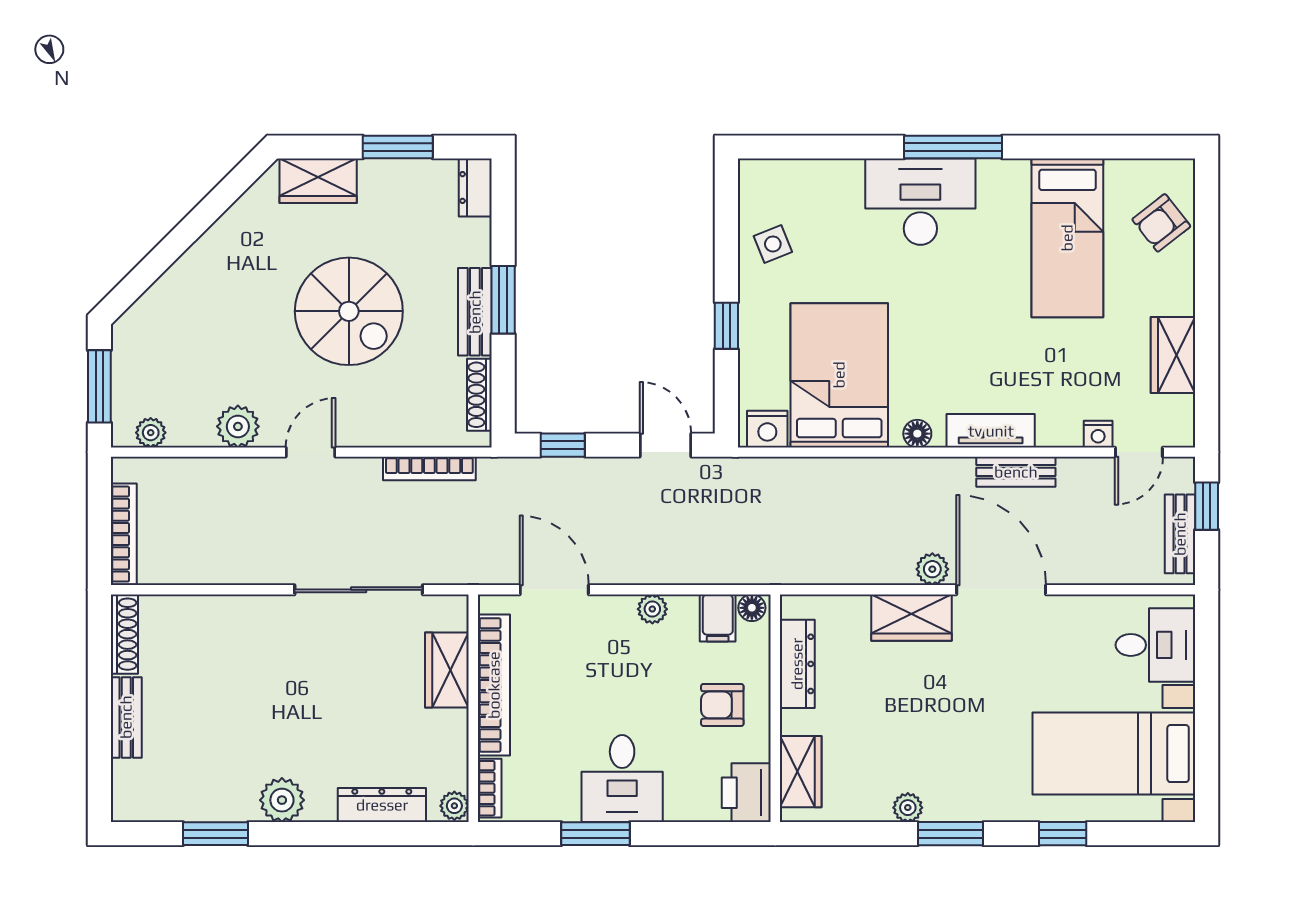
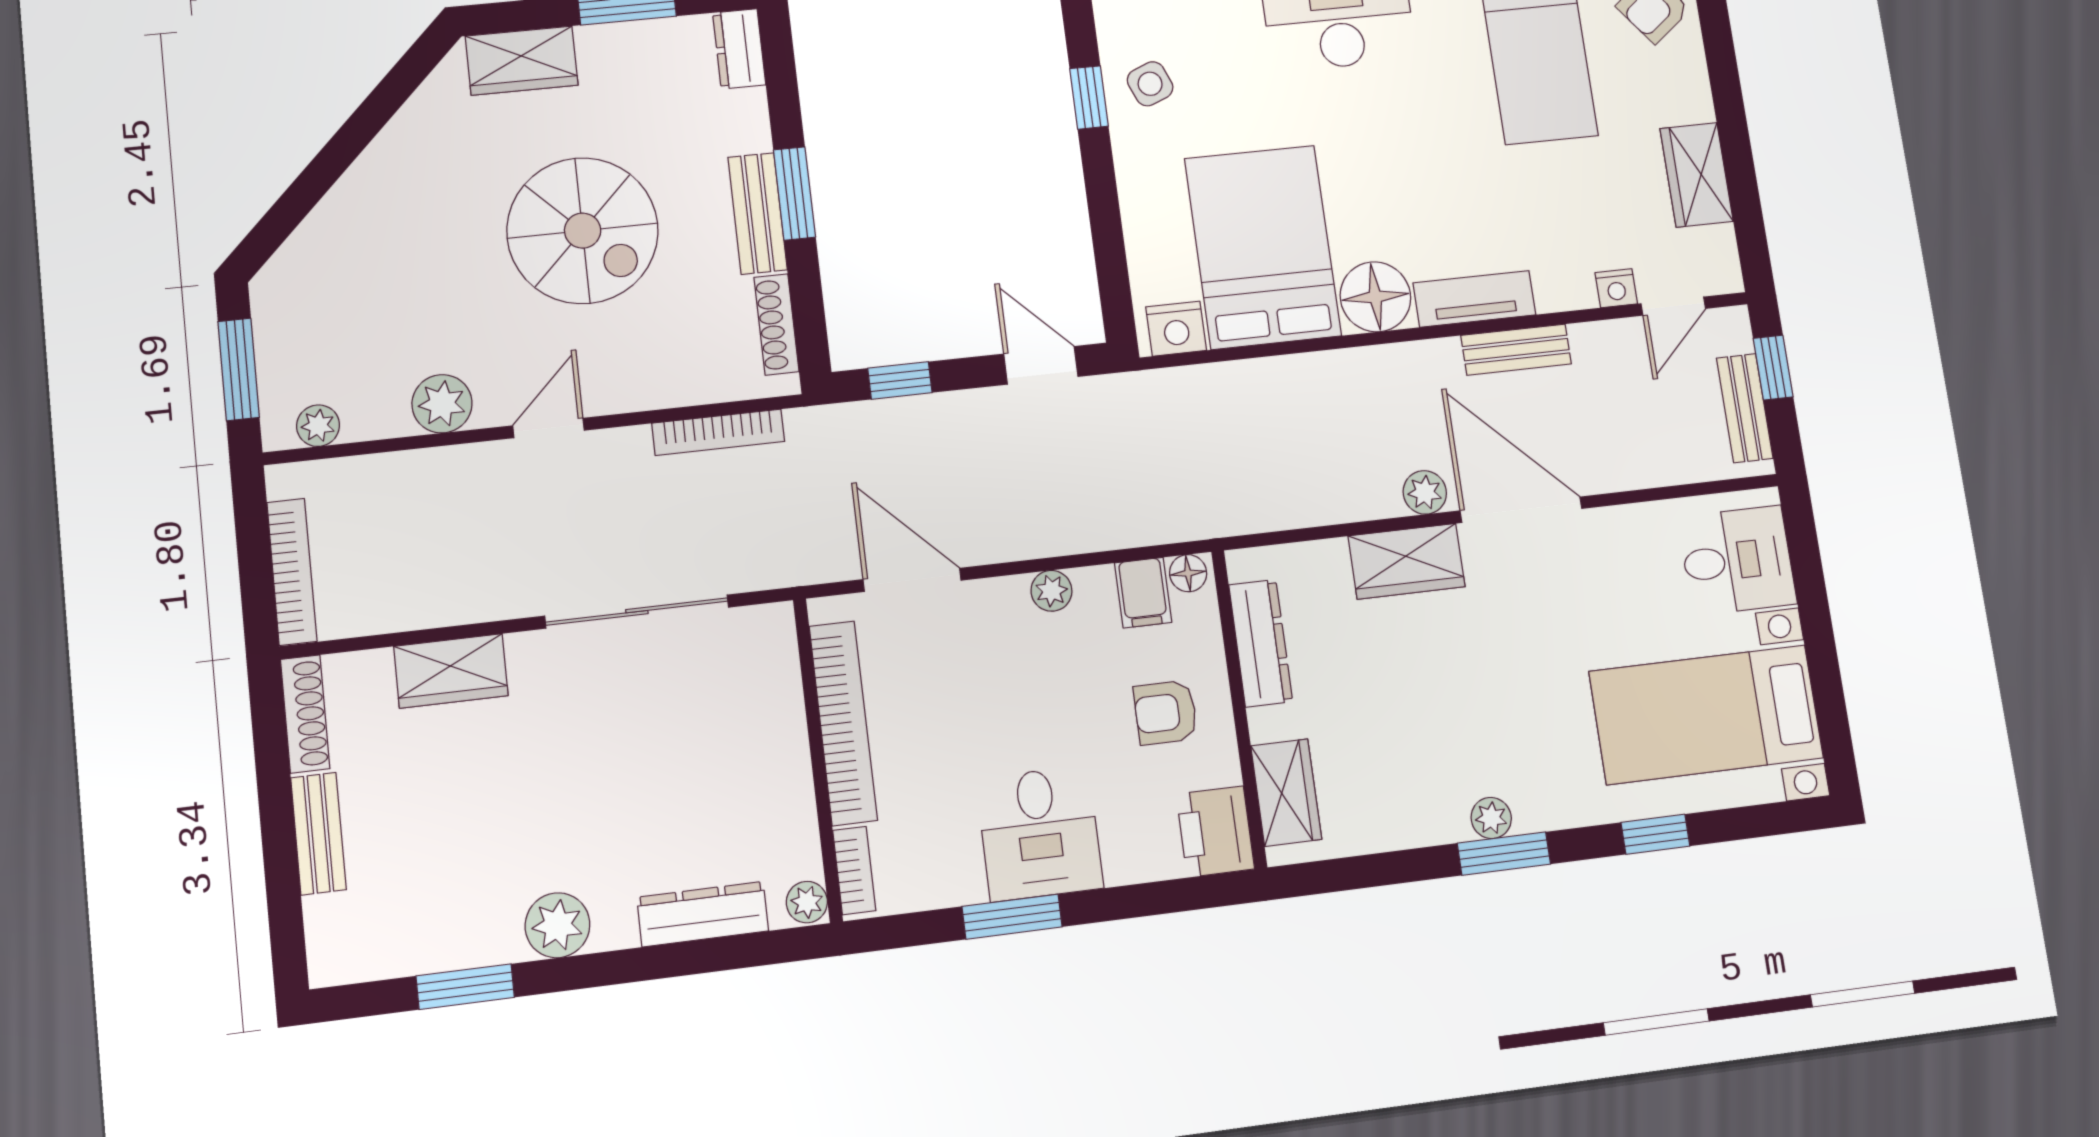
window: (726, 326) -> (1089, 97), moved
floor lamp: (917, 434) -> (1375, 297), width x1.89, depth x1.89
wardrobe: (447, 670) -> (451, 671), moved, turned -90
plant: (908, 808) -> (1491, 818), moved

